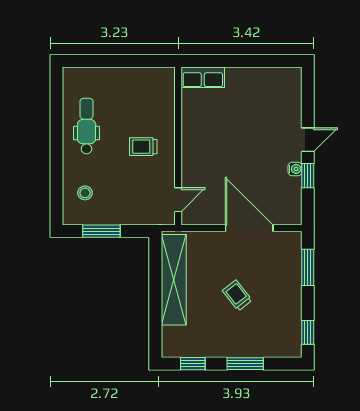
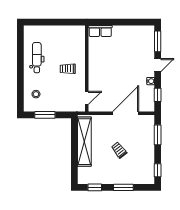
window: (308, 96) -> (158, 41), added
window: (308, 176) -> (158, 95), moved
door: (249, 228) -> (126, 113), hinge flipped

